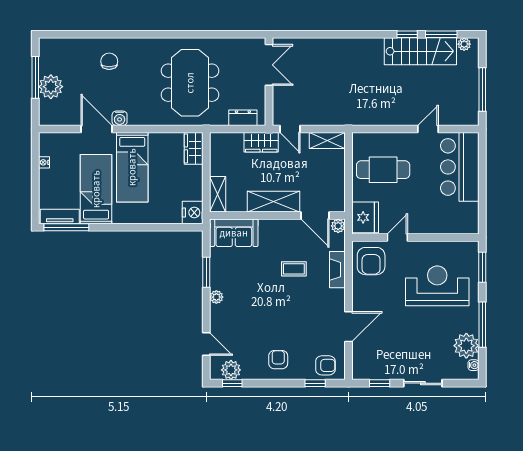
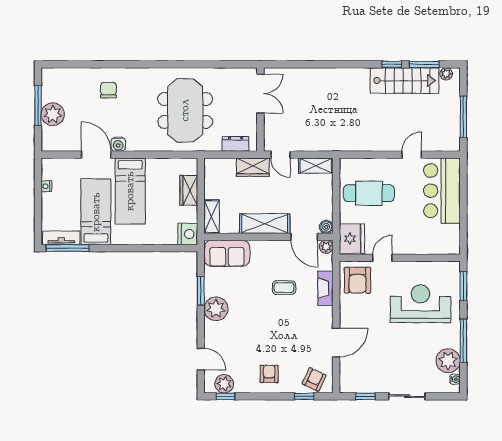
wardrobe: (194, 148) -> (189, 190), moved
boiler: (338, 205) -> (326, 227), added
plant: (216, 297) -> (216, 309), width x1.87, depth x1.87
armchair: (325, 365) -> (314, 379), turned -65

